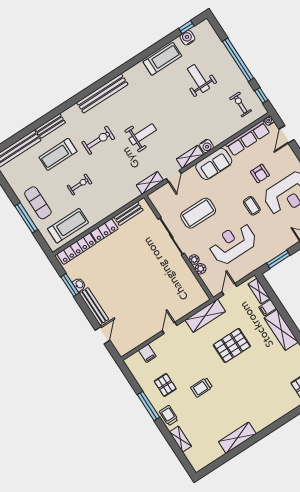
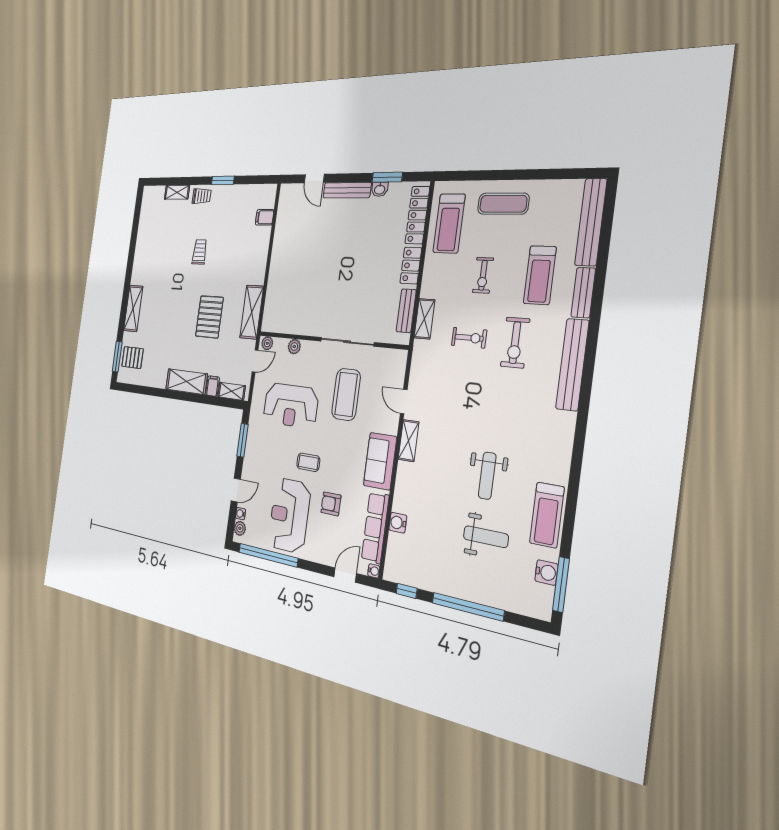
window: (186, 27) -> (561, 585), width x2.17
bench: (102, 93) -> (572, 365), moved
exercise bike: (241, 105) -> (469, 338), moved
weight bench: (143, 134) -> (487, 476), moved
door: (287, 134) -> (345, 575), hinge flipped
water cooler: (206, 146) -> (398, 523), moved
treadmill: (58, 154) -> (540, 275), turned 180
shelving: (150, 183) -> (424, 319), moved
window: (26, 218) -> (498, 175), removed
reception desk: (233, 243) -> (291, 406), turned 90
plant: (194, 260) -> (267, 343), moved
door: (229, 289) -> (255, 361), hinge flipped
door: (170, 328) -> (268, 262), removed
pallet: (165, 385) -> (227, 214), removed
window: (148, 406) -> (223, 180), width x0.69
shelving: (237, 438) -> (133, 308), moved

